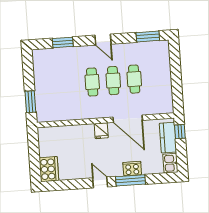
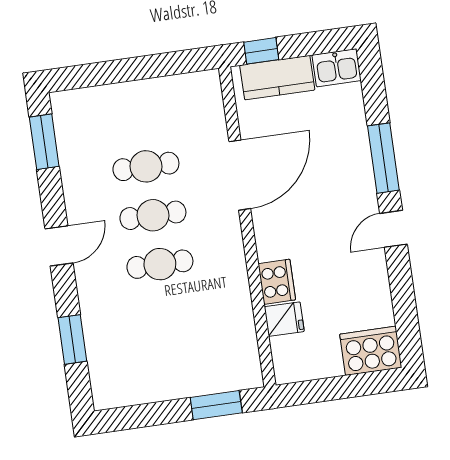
fridge: (101, 131) -> (284, 319), moved
cooker: (132, 169) -> (277, 282), moved, turned 180

